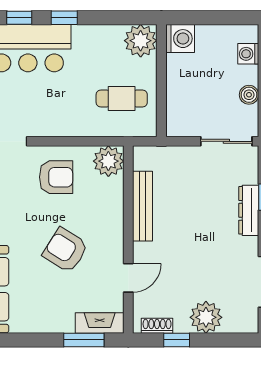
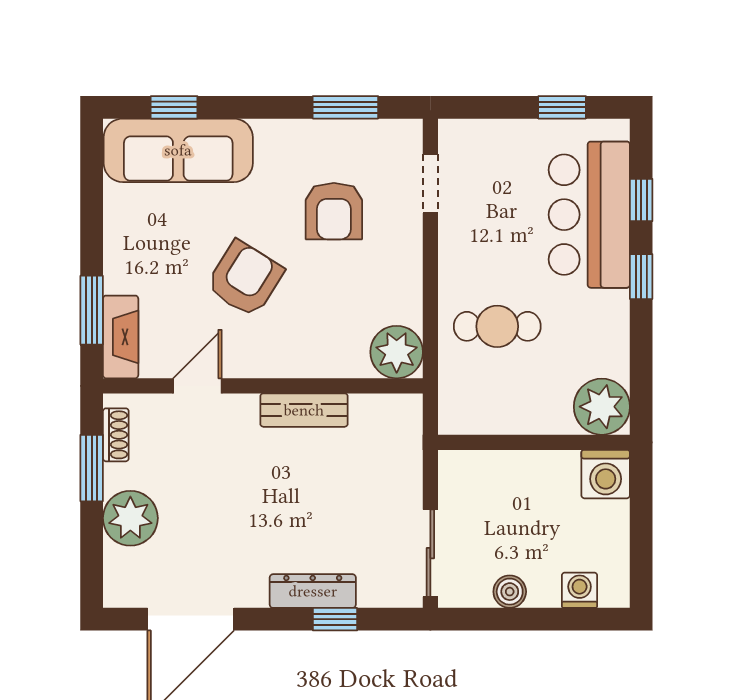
cafe table: (122, 98) -> (497, 326), moved, turned 90
armchair: (56, 177) -> (334, 211), moved
bench: (143, 206) -> (304, 410), width x0.73
door: (128, 278) -> (197, 386), swing flipped
window: (177, 340) -> (92, 468), width x1.50

